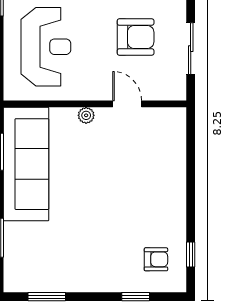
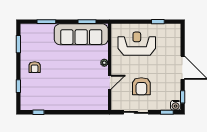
reception desk: (46, 47) -> (137, 44), turned 180
armchair: (156, 259) -> (35, 67), moved

